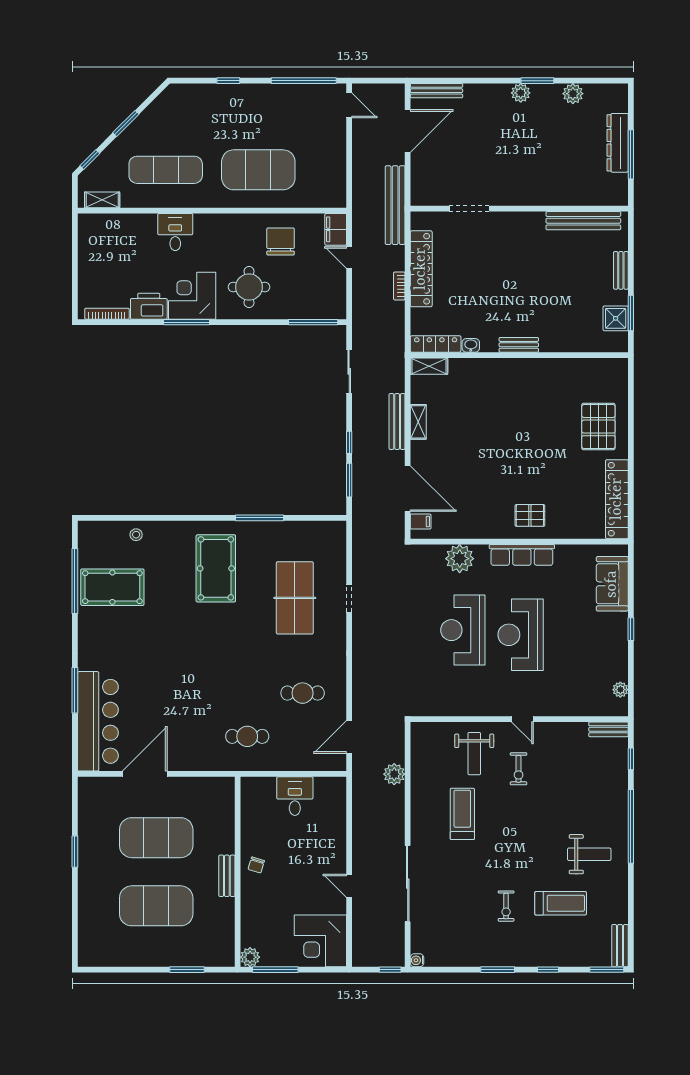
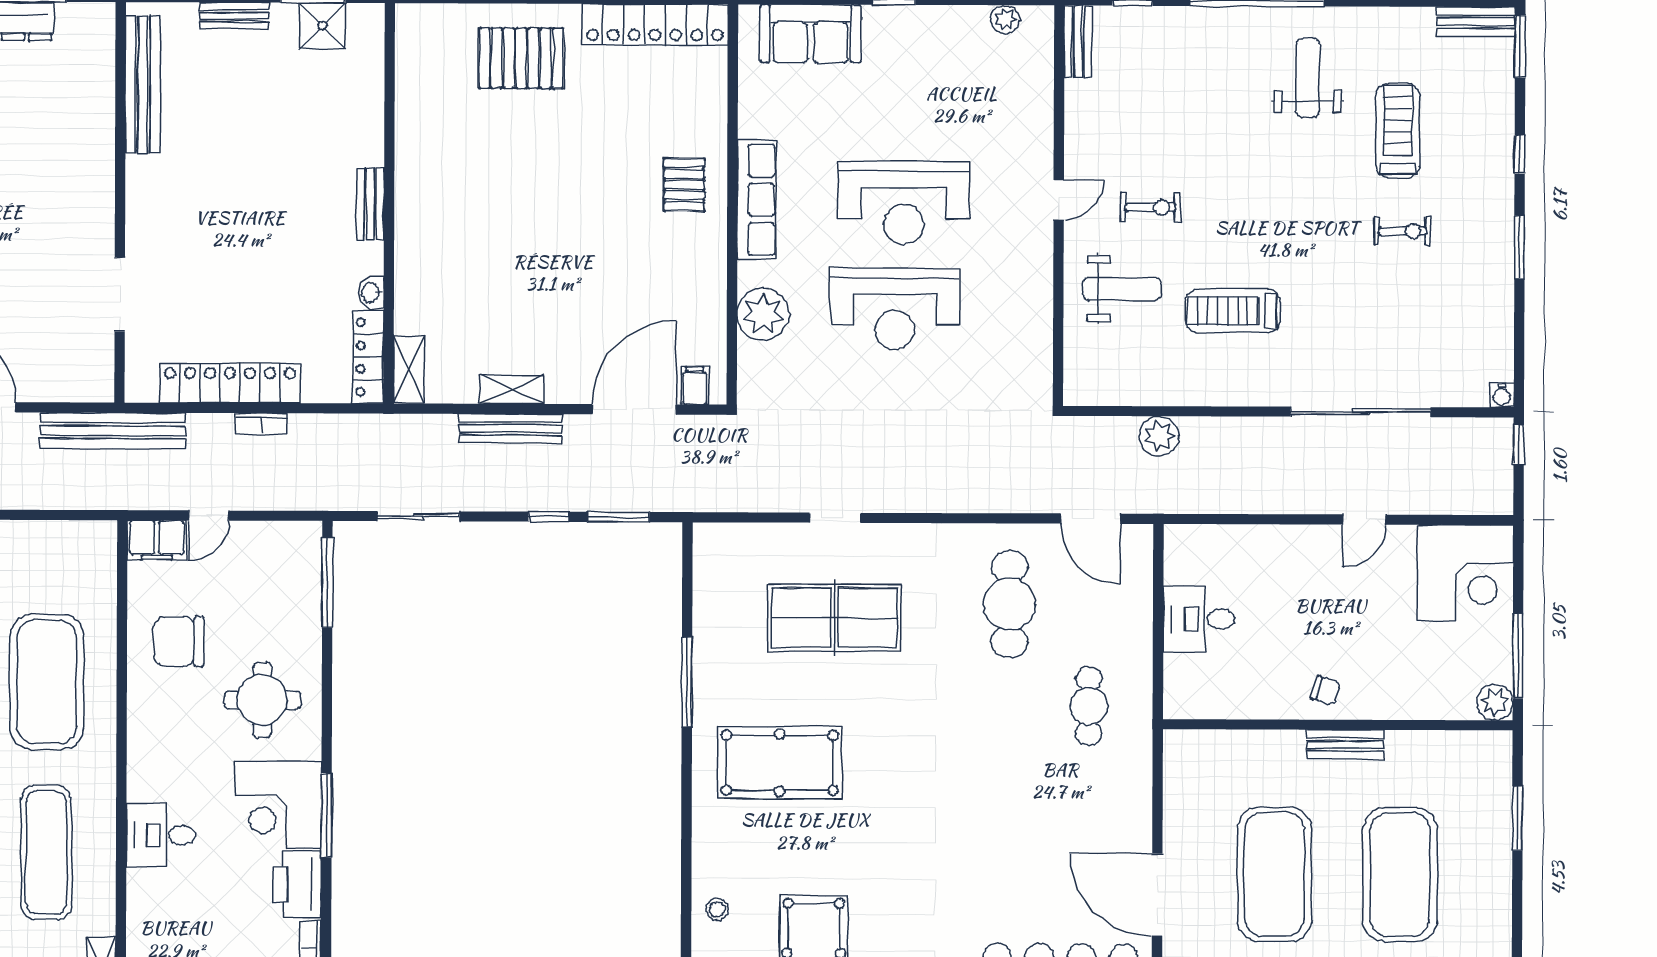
cafe table: (303, 693) -> (1010, 604), width x1.37, depth x1.35

